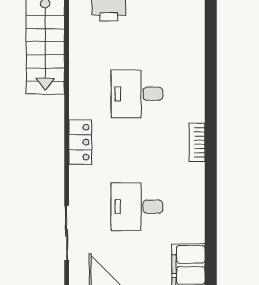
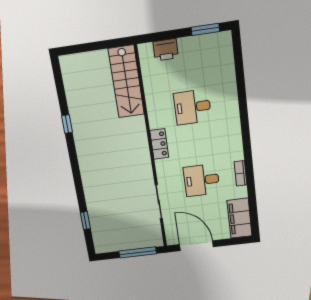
bookcase: (197, 142) -> (240, 173), moved

